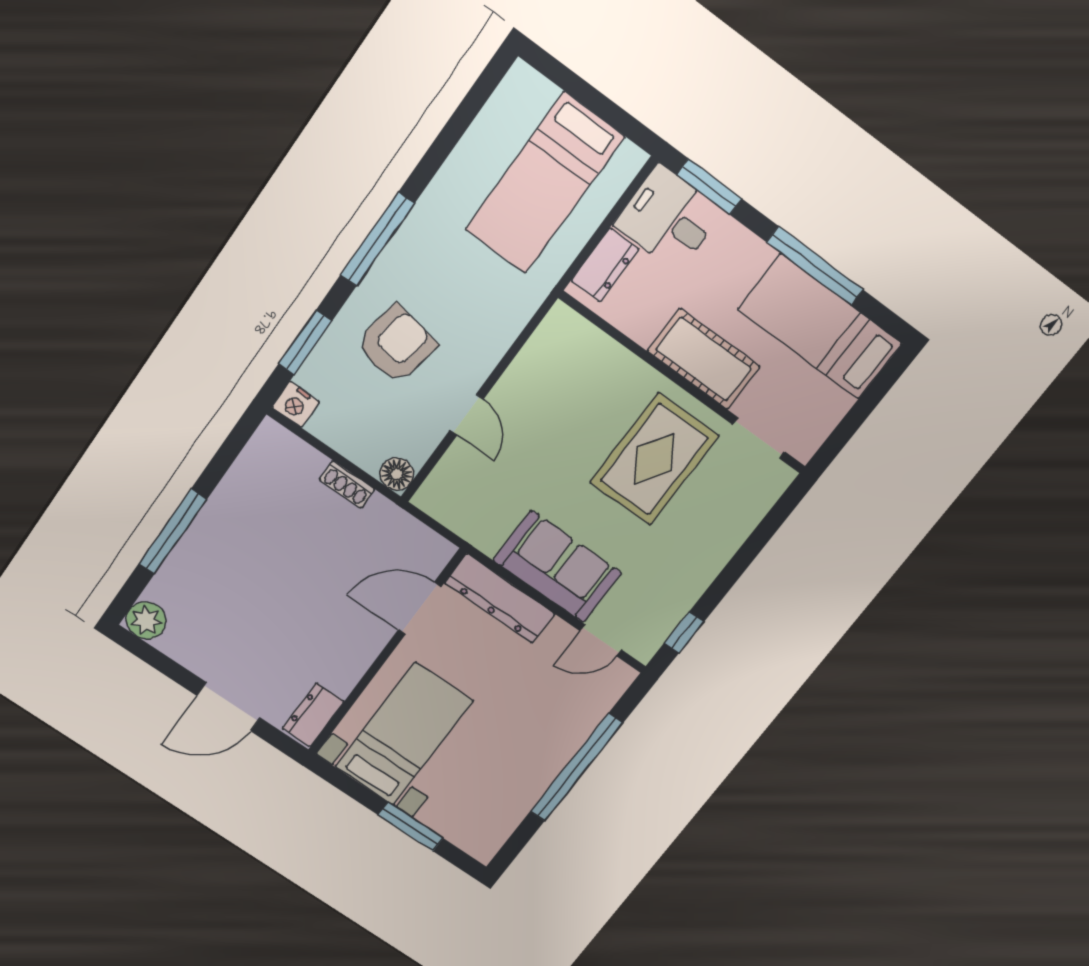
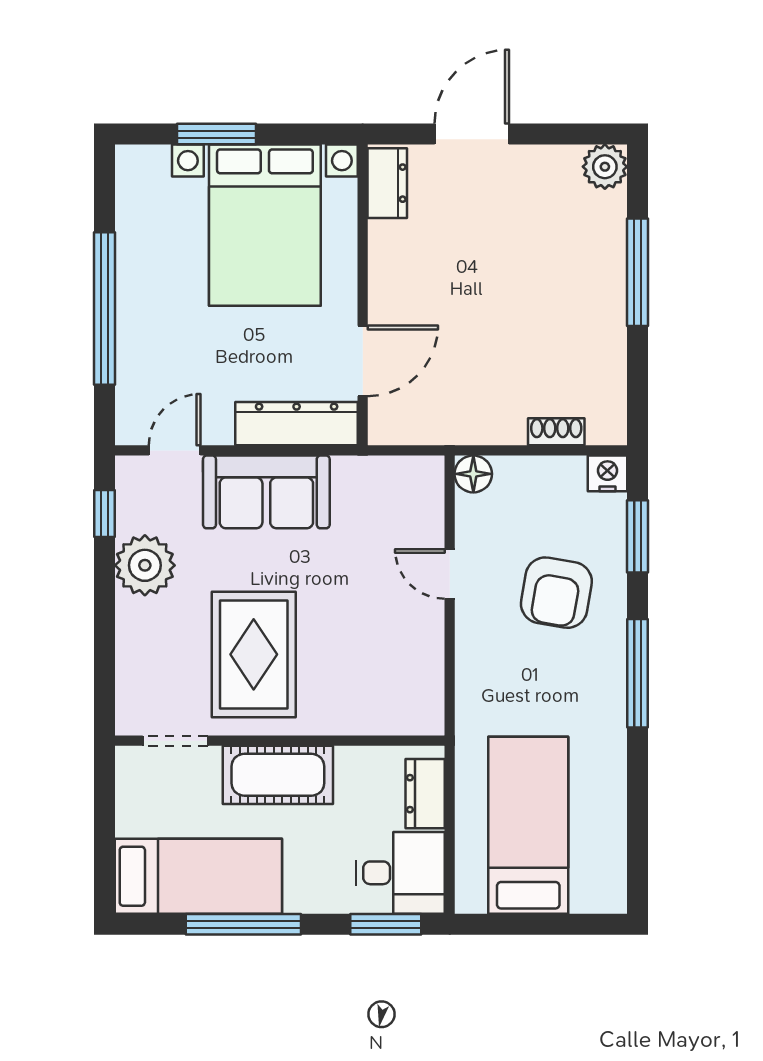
shoe rack: (347, 484) -> (556, 432), moved
plant: (684, 577) -> (145, 565), added
bed with nightstands: (404, 734) -> (265, 225), width x1.36

